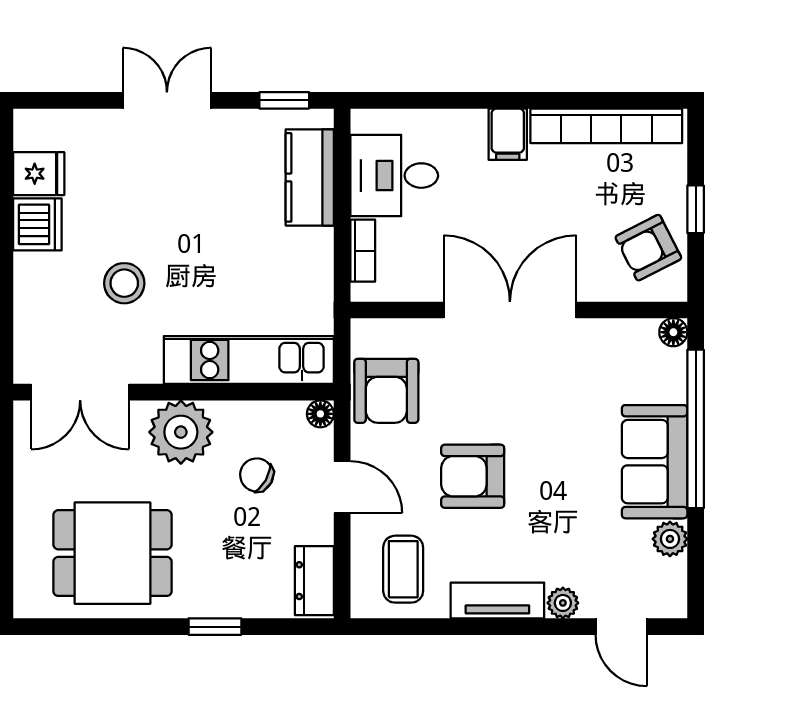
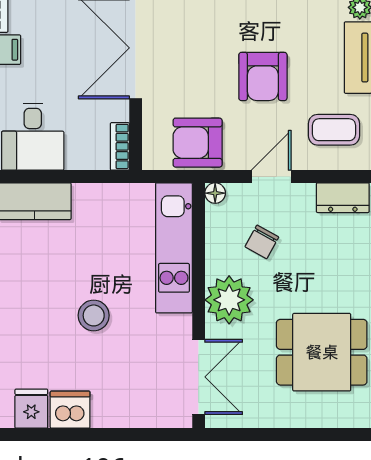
bookcase: (363, 251) -> (120, 146), moved, turned -90
stool: (124, 283) -> (94, 315), moved
armchair: (386, 391) -> (198, 143), turned 180
dining table: (112, 553) -> (322, 352), turned 90

